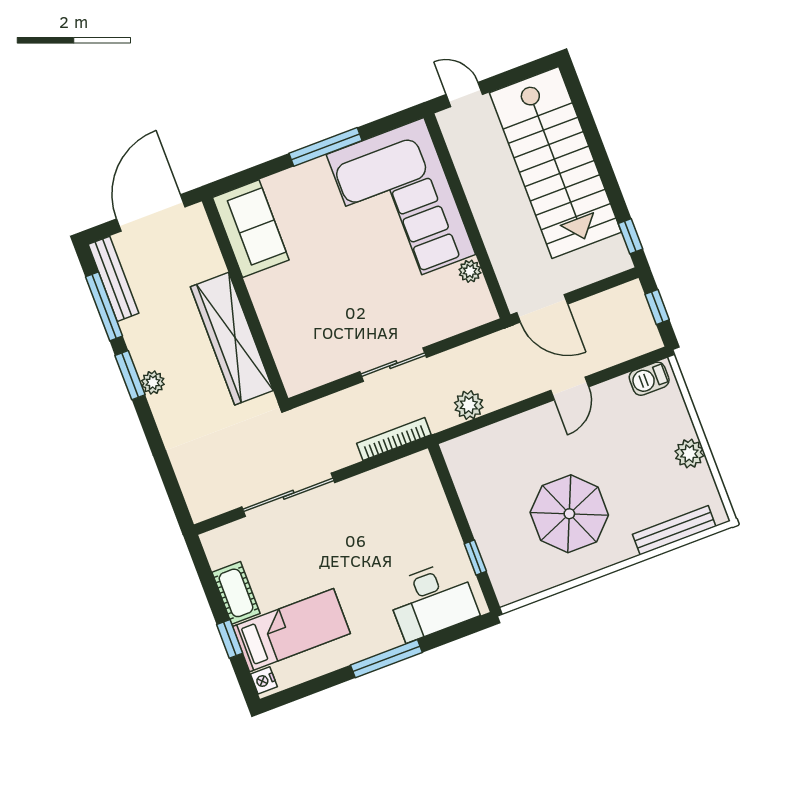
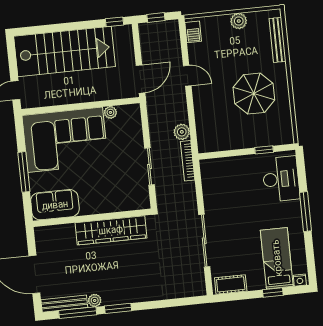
sofa: (251, 229) -> (55, 205), moved
wall: (245, 300) -> (92, 218), moved
wardrobe: (232, 339) -> (111, 230), moved
plant: (153, 382) -> (95, 300), moved
bookcase: (394, 439) -> (188, 161), moved
cot: (236, 593) -> (231, 284), moved

